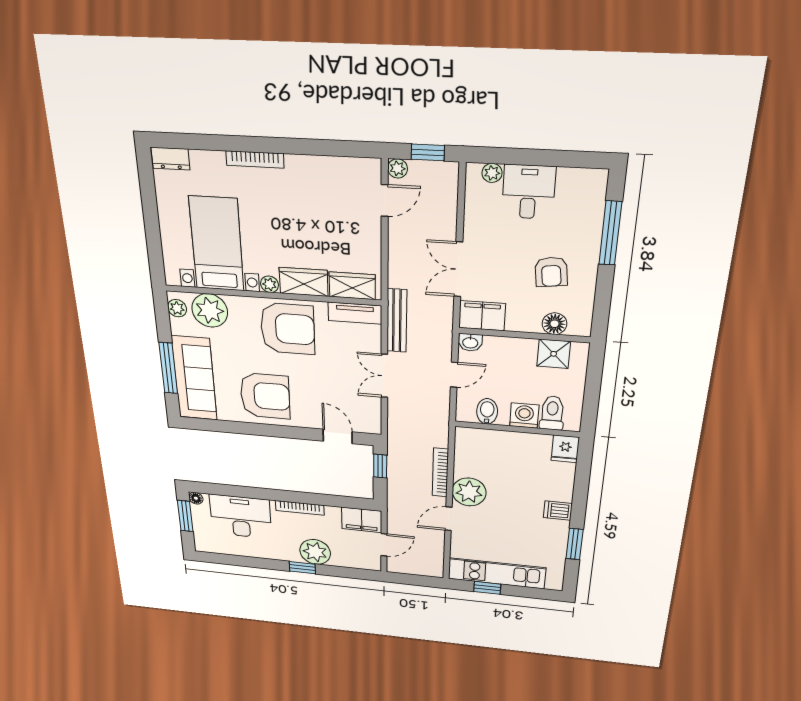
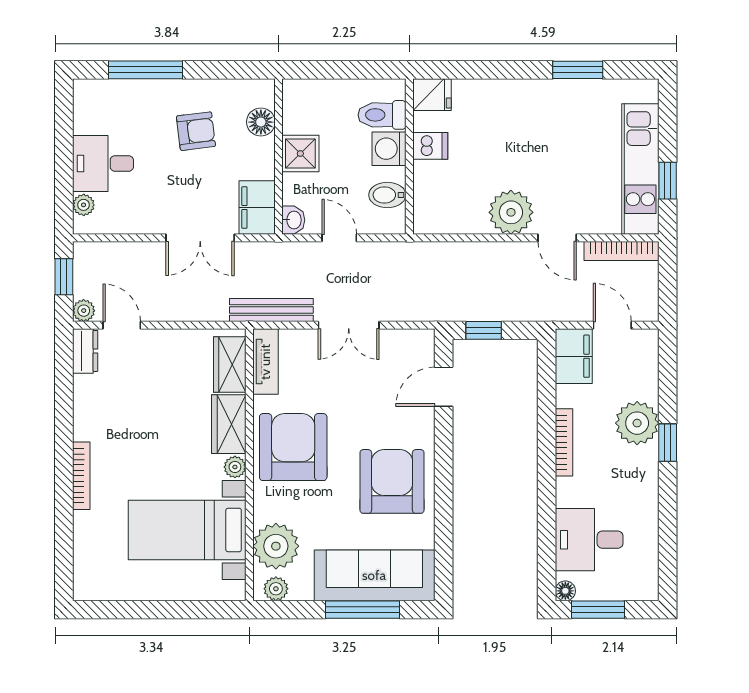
dresser: (170, 159) -> (85, 351), moved
shower: (554, 354) -> (300, 154), moved
bookcase: (440, 473) -> (621, 251), moved
dishwasher: (558, 511) -> (430, 146), moved, turned -90
desk: (241, 517) -> (589, 540), width x0.73

